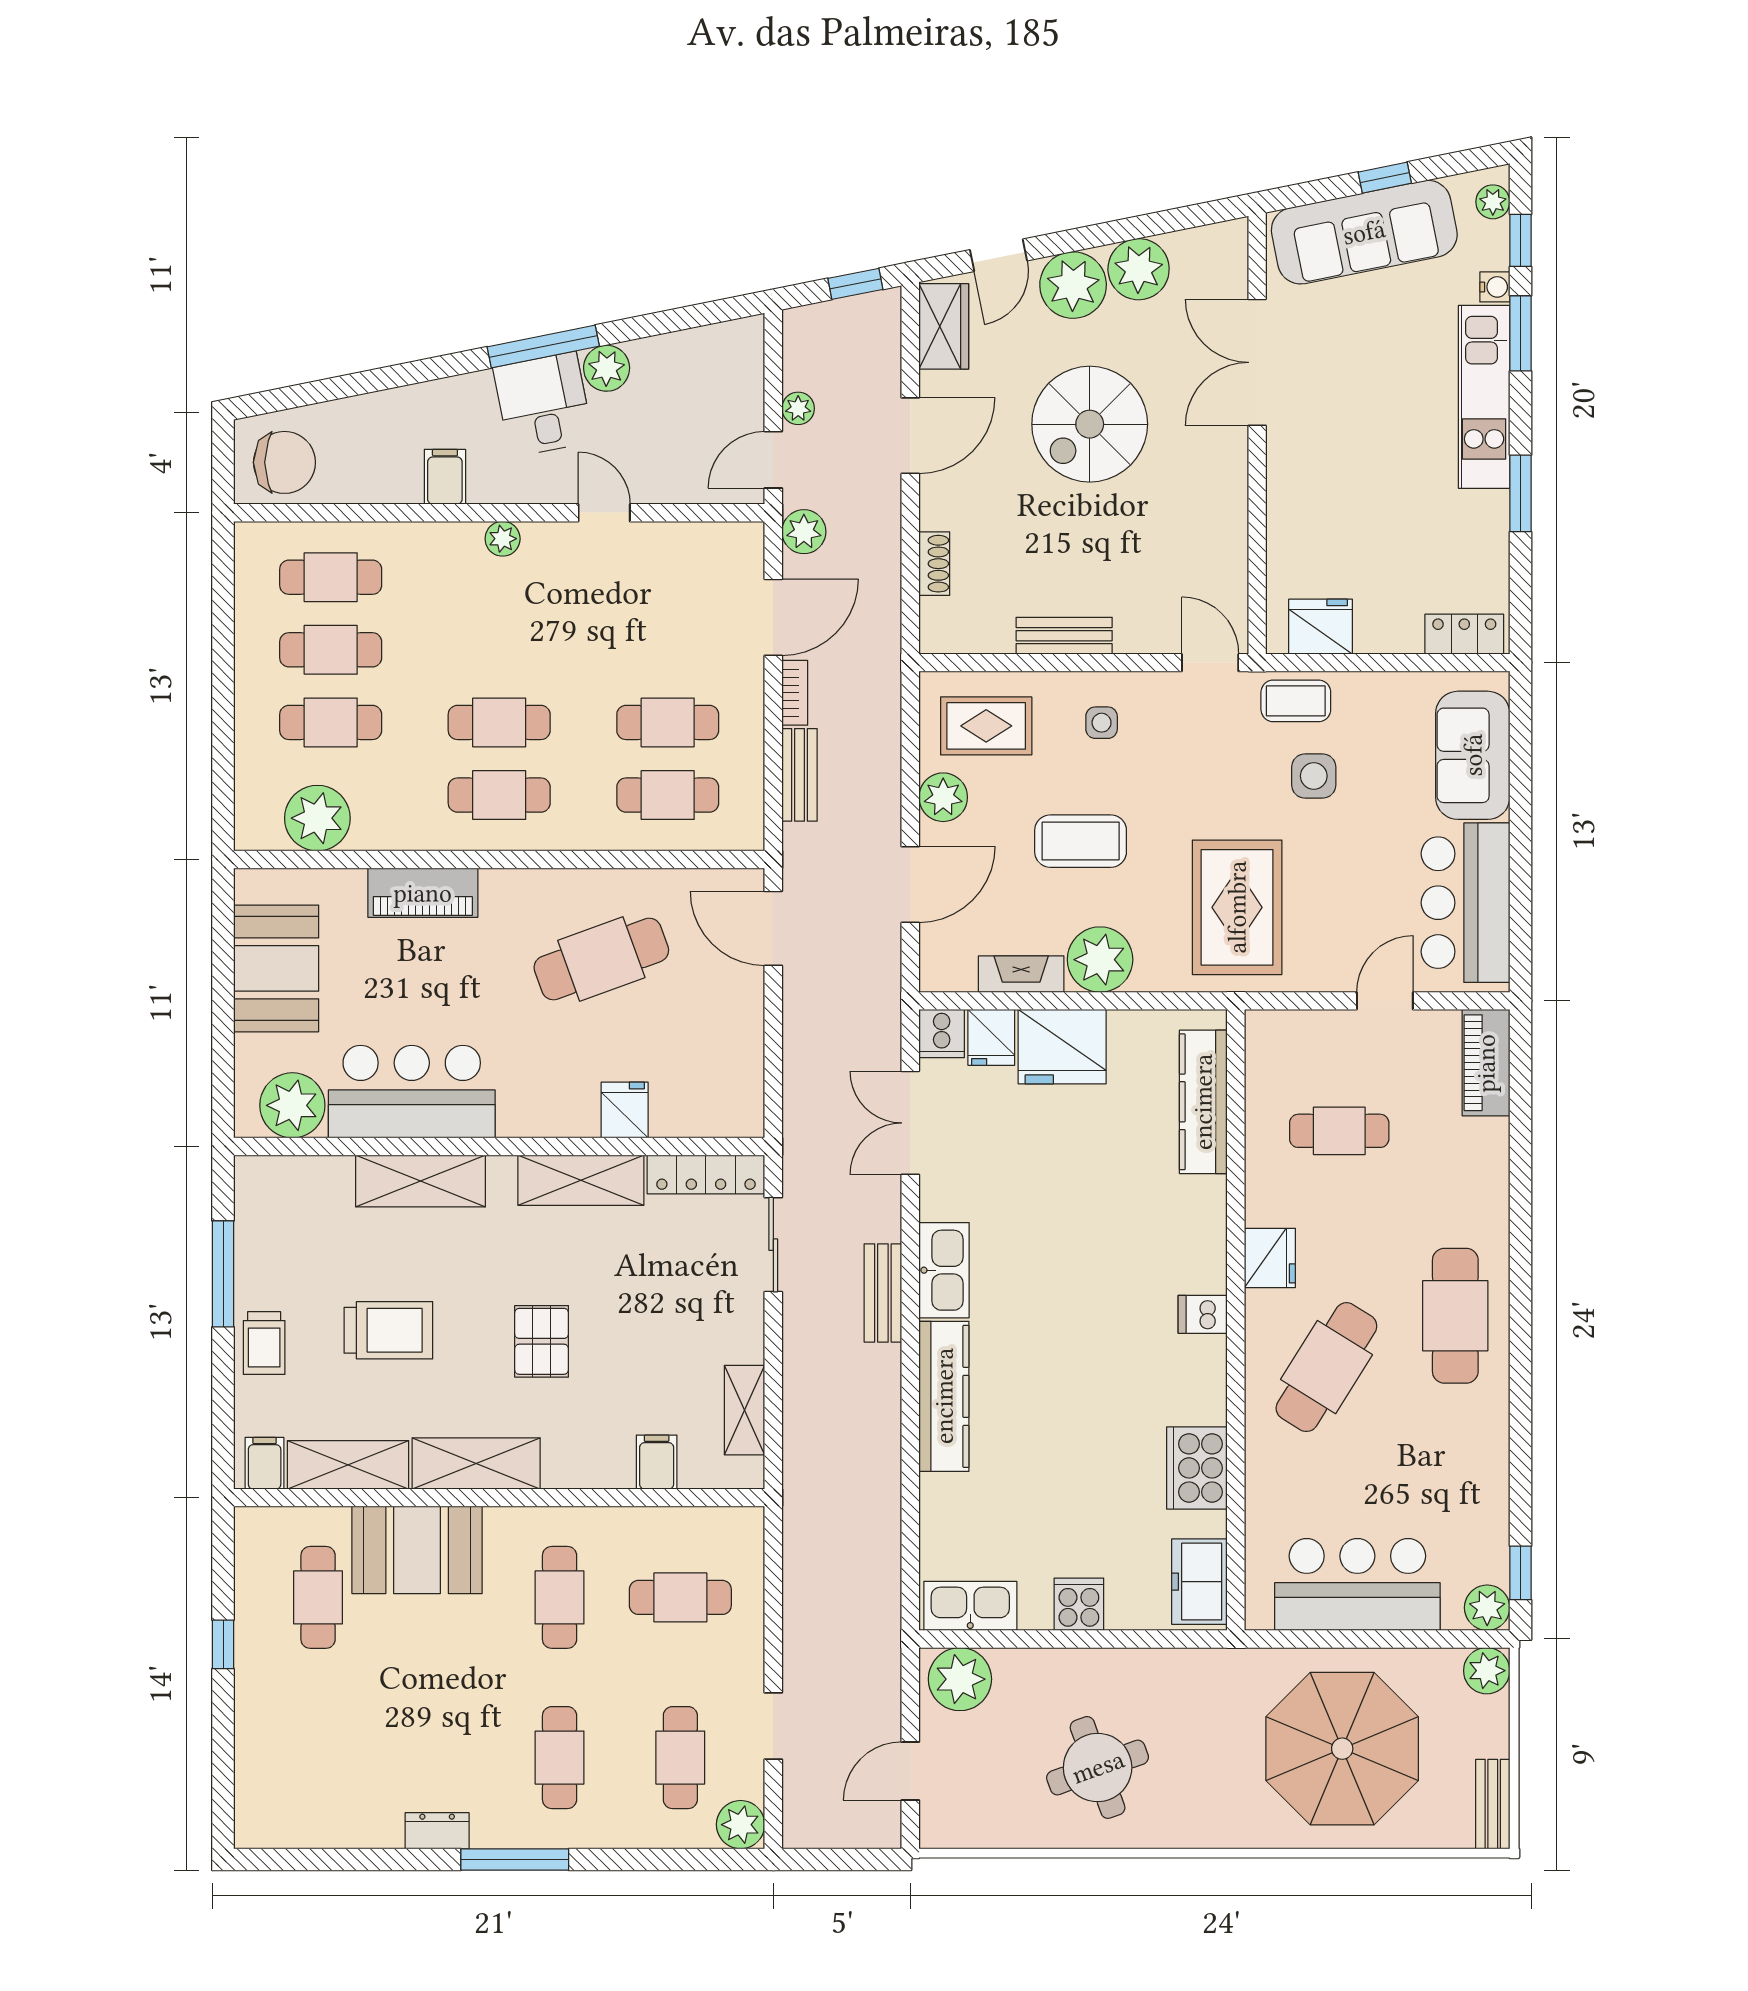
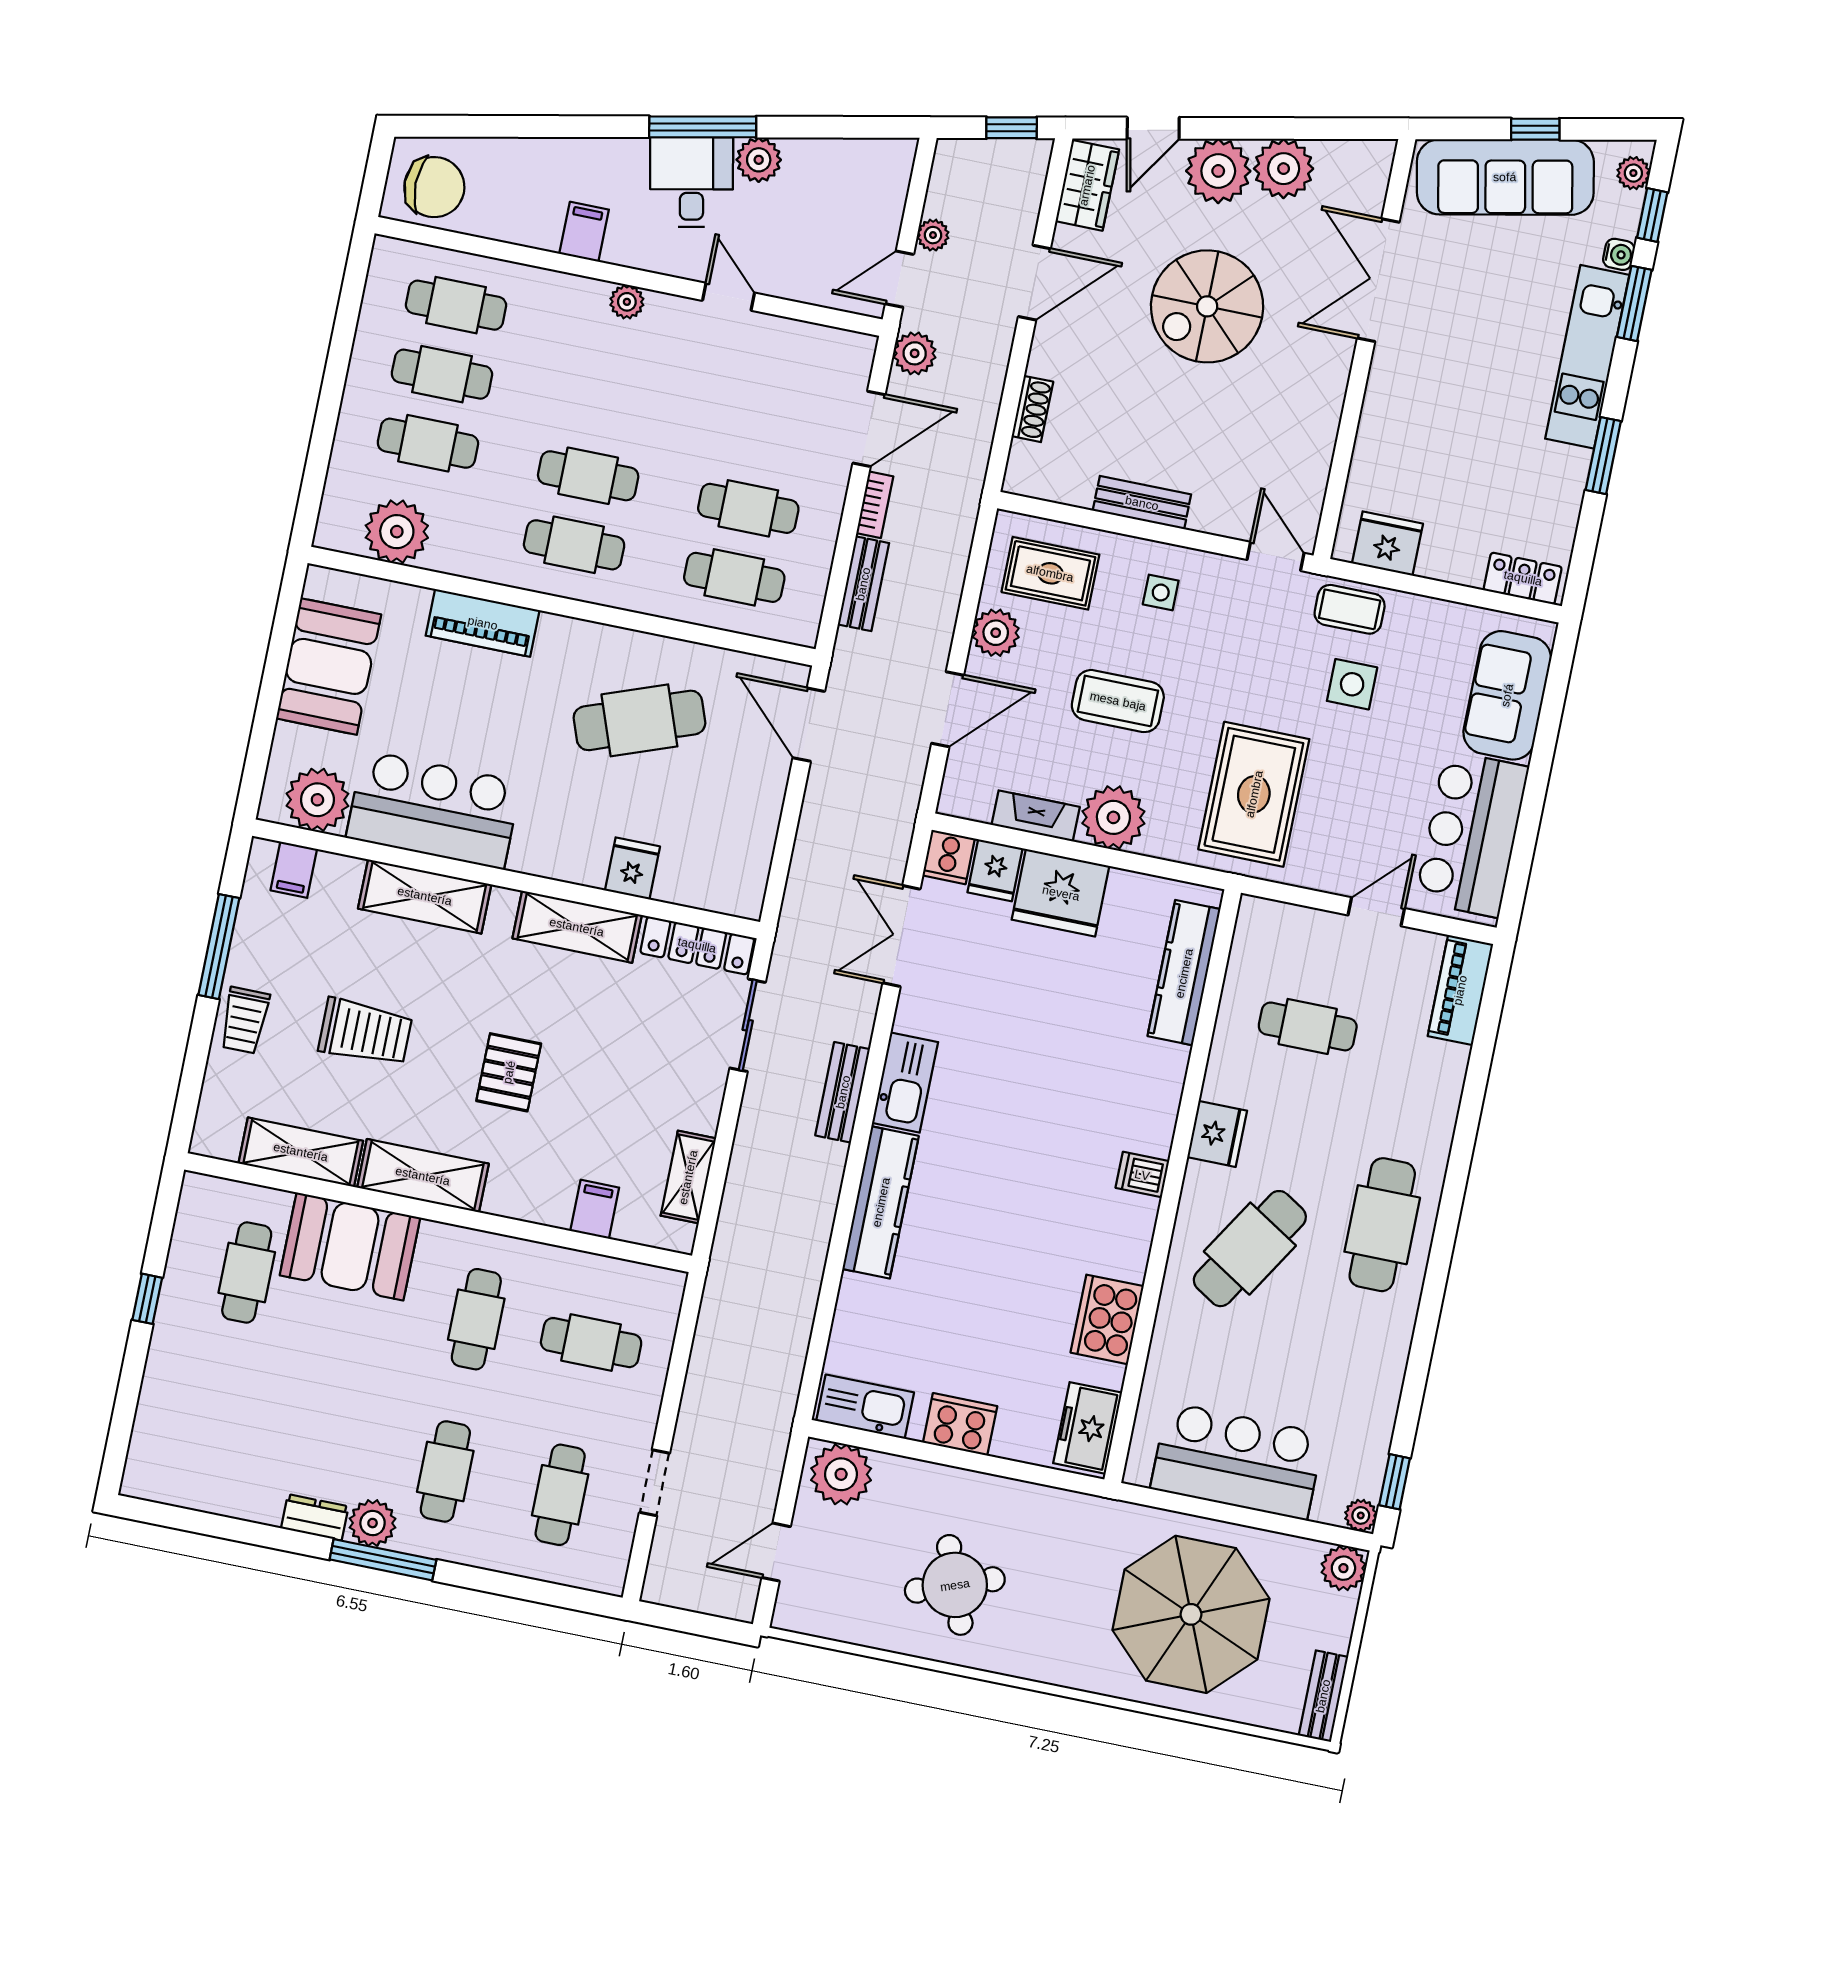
filing cabinet: (265, 1463) -> (294, 870), moved, turned 180
cooker: (1079, 1604) -> (960, 1424), width x1.36
plant: (1487, 1608) -> (1361, 1515), width x0.73, depth x0.73
plant: (741, 1825) -> (373, 1523), moved

